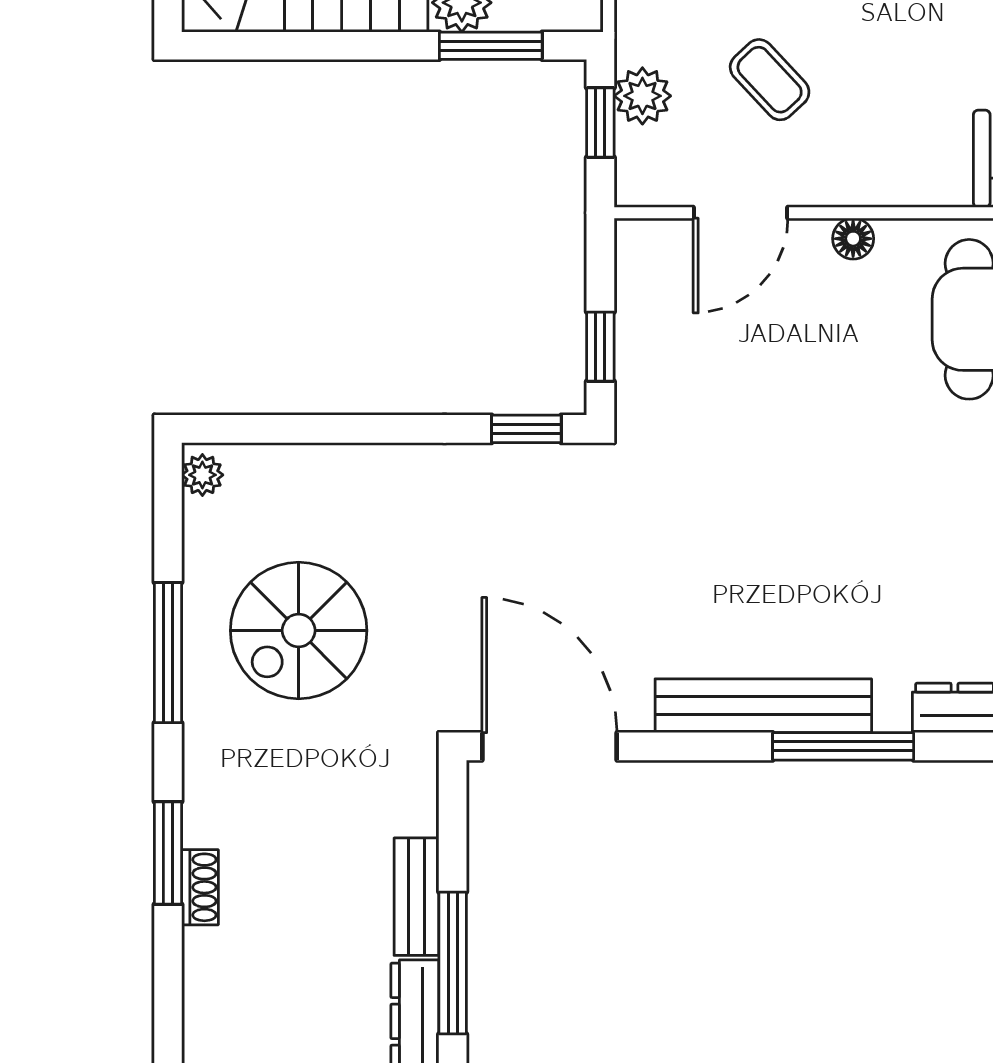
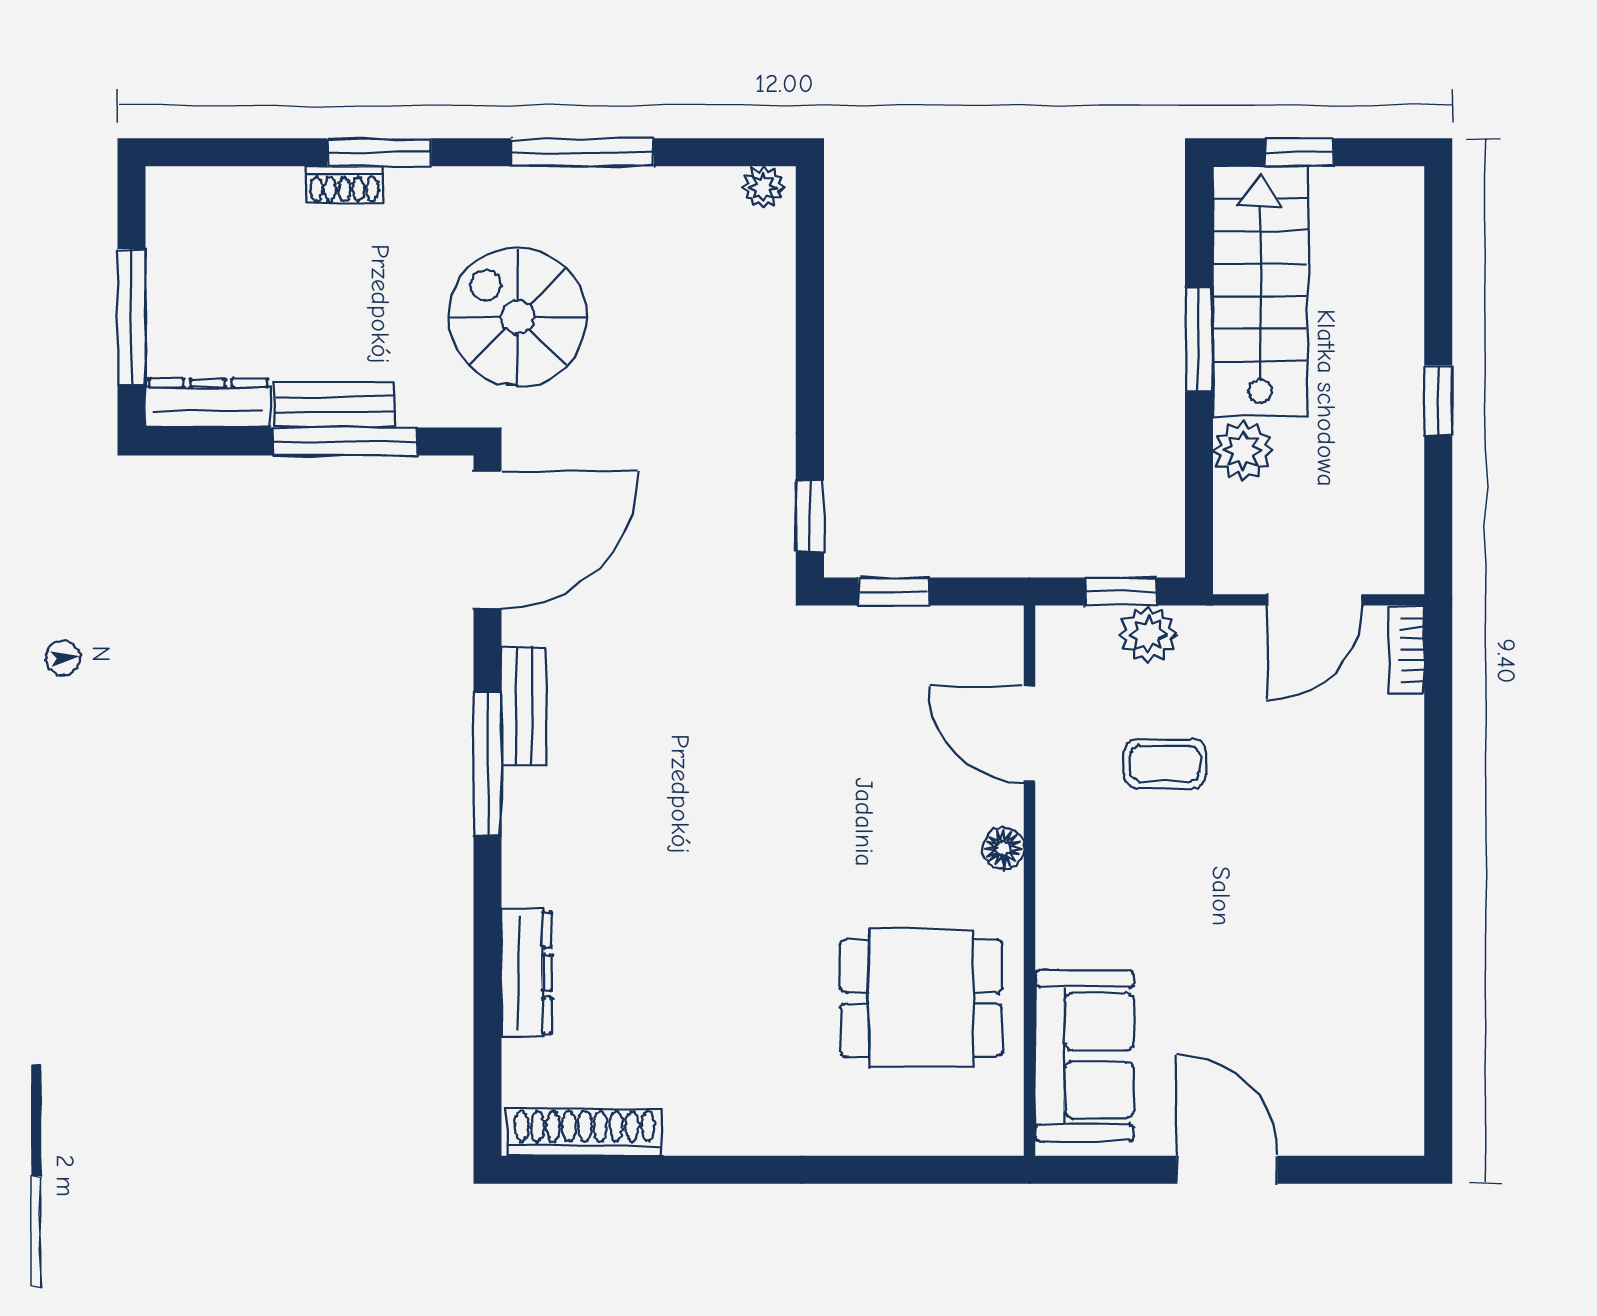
window: (491, 46) -> (1199, 339), moved
coffee table: (770, 80) -> (1165, 763), turned 43
spiral stairs: (299, 630) -> (518, 317), moved
bench: (763, 706) -> (524, 706), width x0.54, depth x0.82
window: (843, 746) -> (487, 764), moved
window: (453, 963) -> (345, 441), moved

